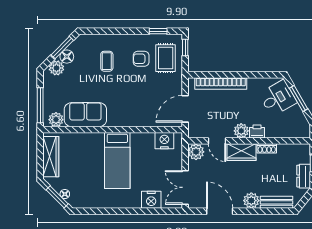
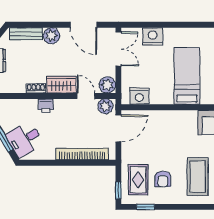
armchair: (141, 59) -> (163, 179), turned 90
coffee table: (107, 61) -> (198, 177), width x1.86, depth x1.72
plant: (241, 131) -> (105, 106), moved

